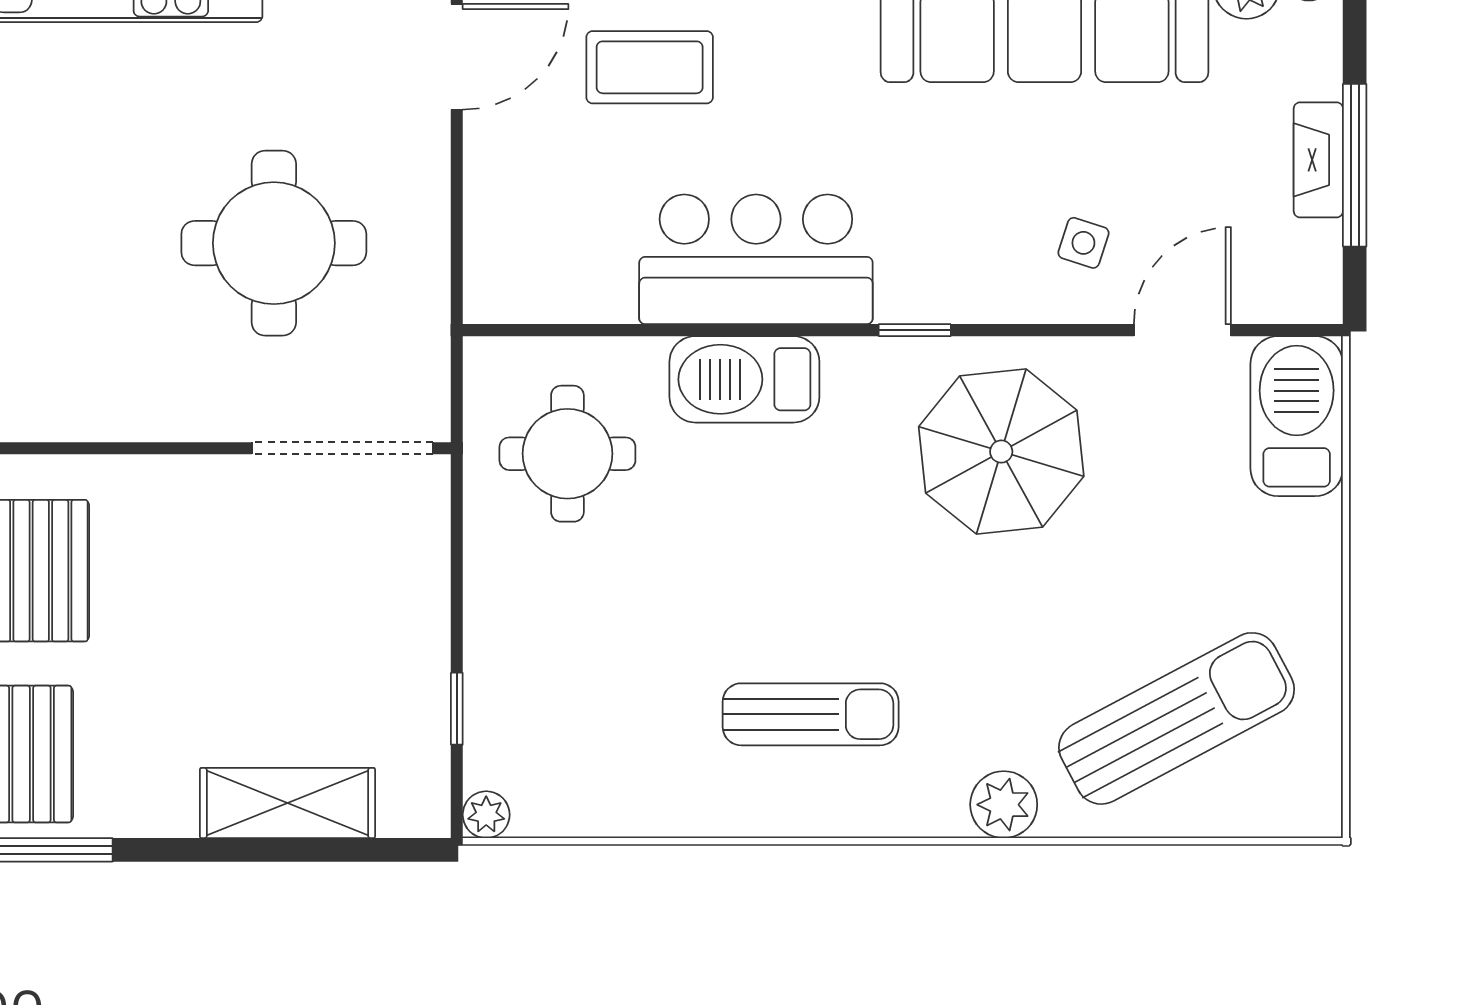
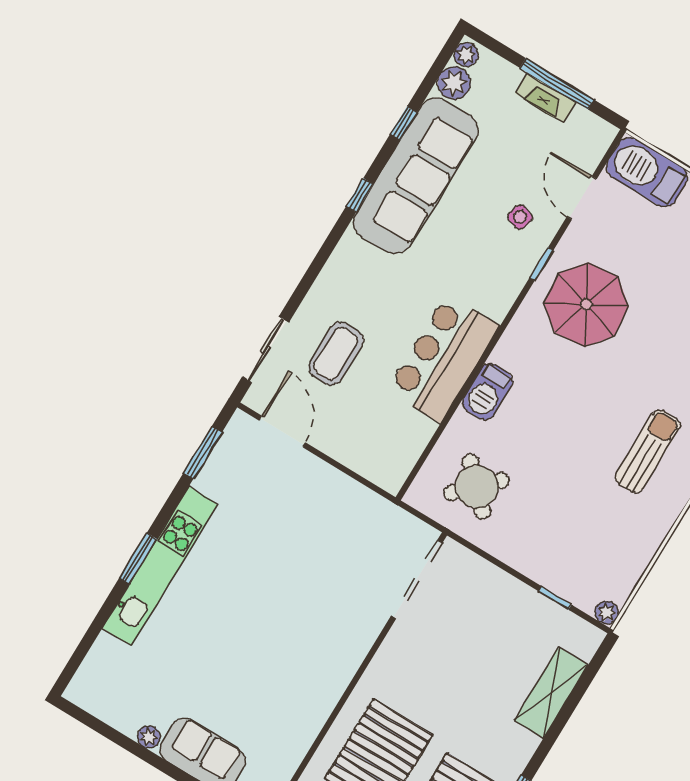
round table: (274, 243) -> (314, 556), removed
window: (915, 330) -> (541, 264), moved
barbecue: (744, 379) -> (487, 392), width x0.73, depth x0.83
round table: (567, 454) -> (477, 487), turned 45

